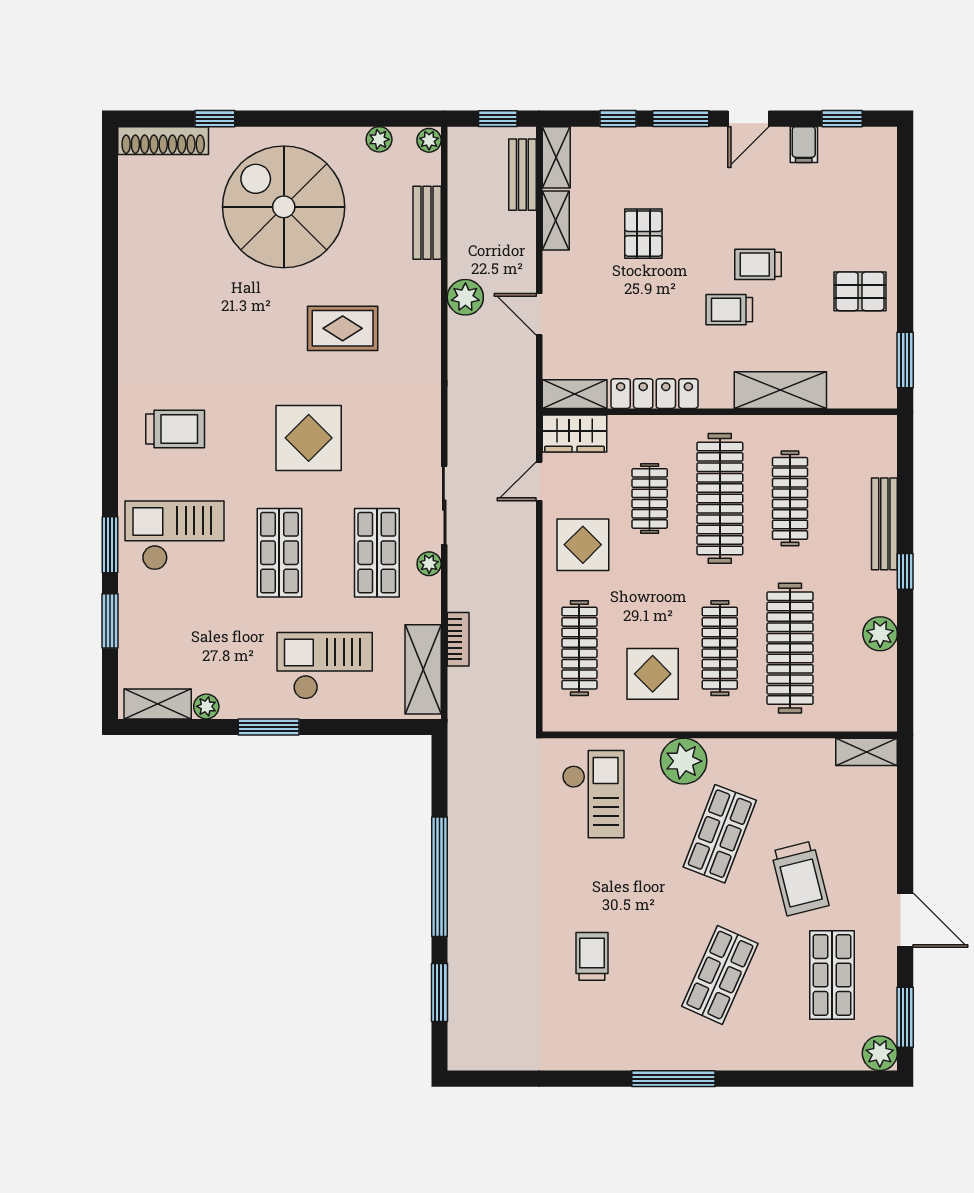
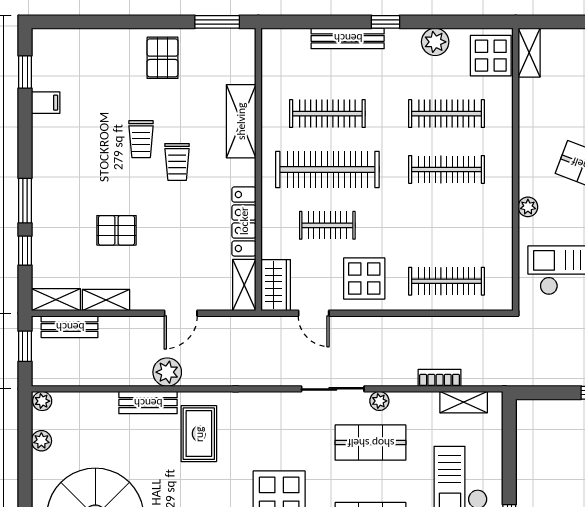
door: (748, 119) -> (25, 147), removed
bench: (427, 223) -> (148, 403), moved
rug: (343, 328) -> (199, 434), moved
clothes rail: (790, 648) -> (447, 114), width x0.73, depth x0.76
shelving: (423, 669) -> (464, 402), width x0.67, depth x0.75
display table: (653, 674) -> (491, 56), moved
plant: (684, 761) -> (528, 207), width x0.53, depth x0.53

